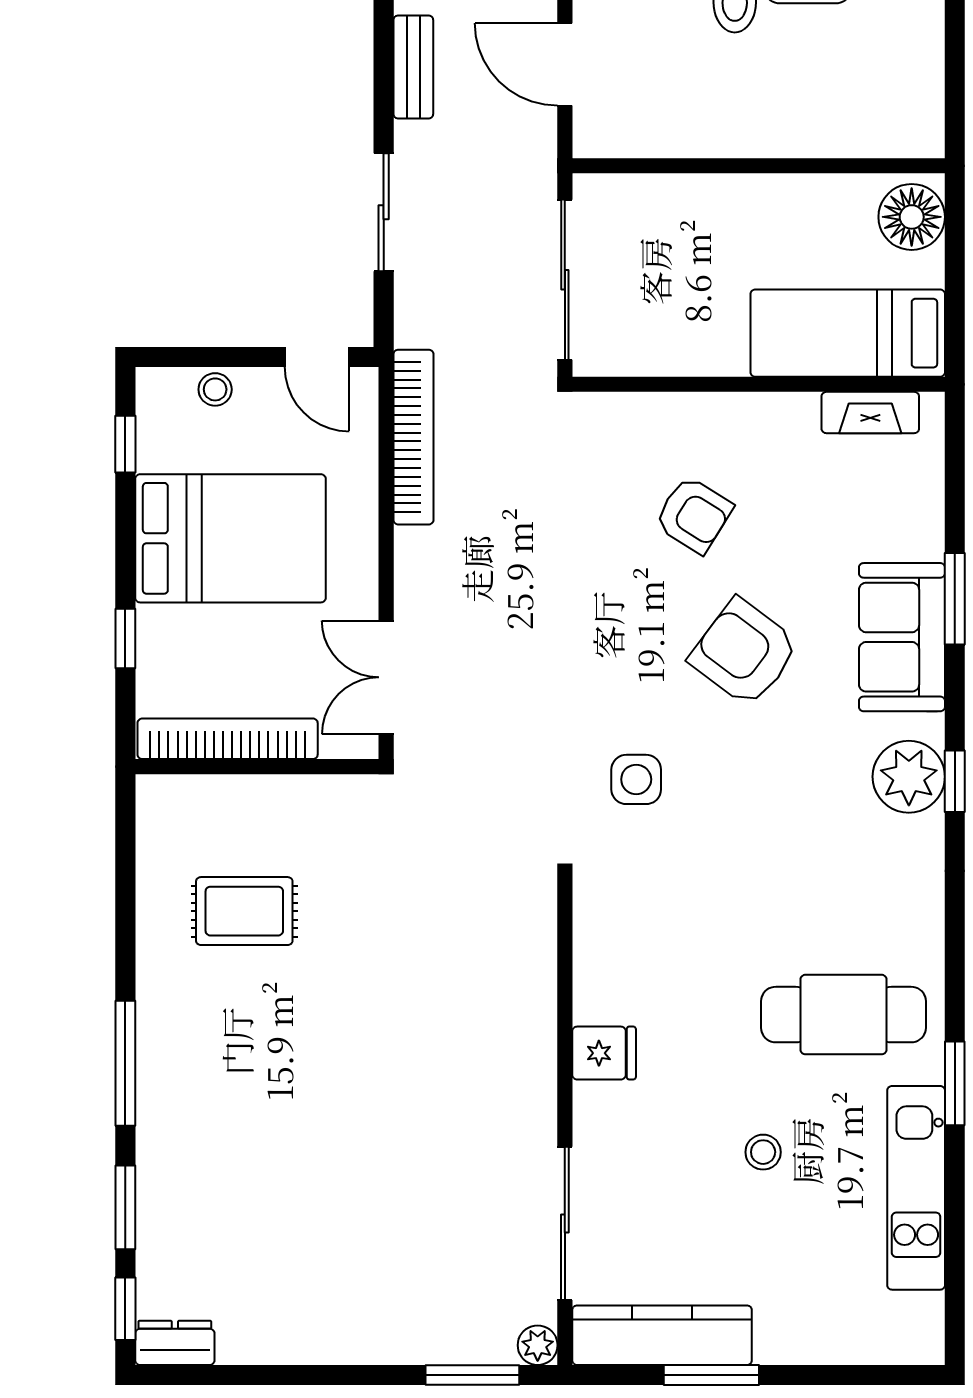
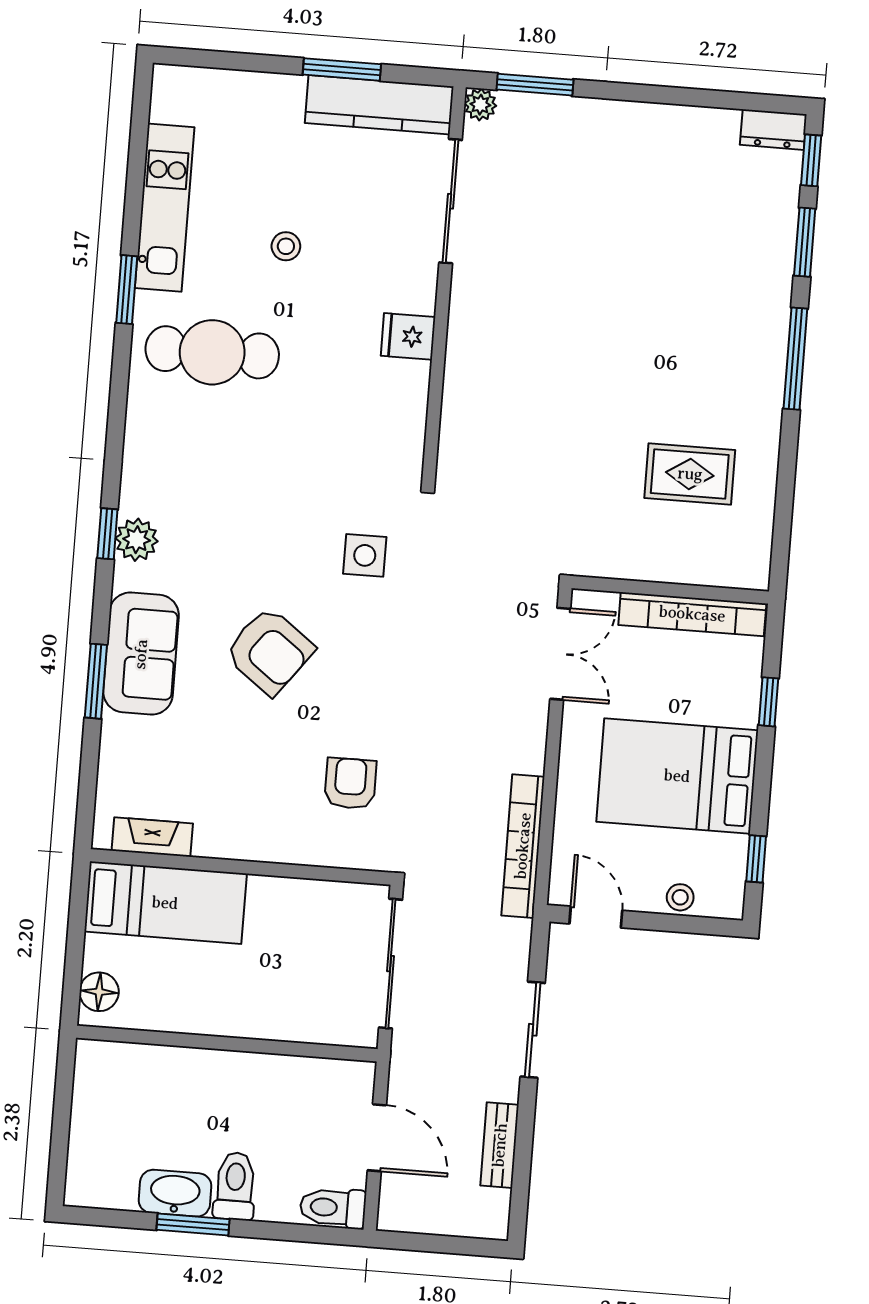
floor lamp: (912, 217) -> (99, 992), width x0.73, depth x0.73
armchair: (694, 515) -> (350, 783), moved, turned 58
plant: (909, 777) -> (137, 540), width x0.73, depth x0.73

